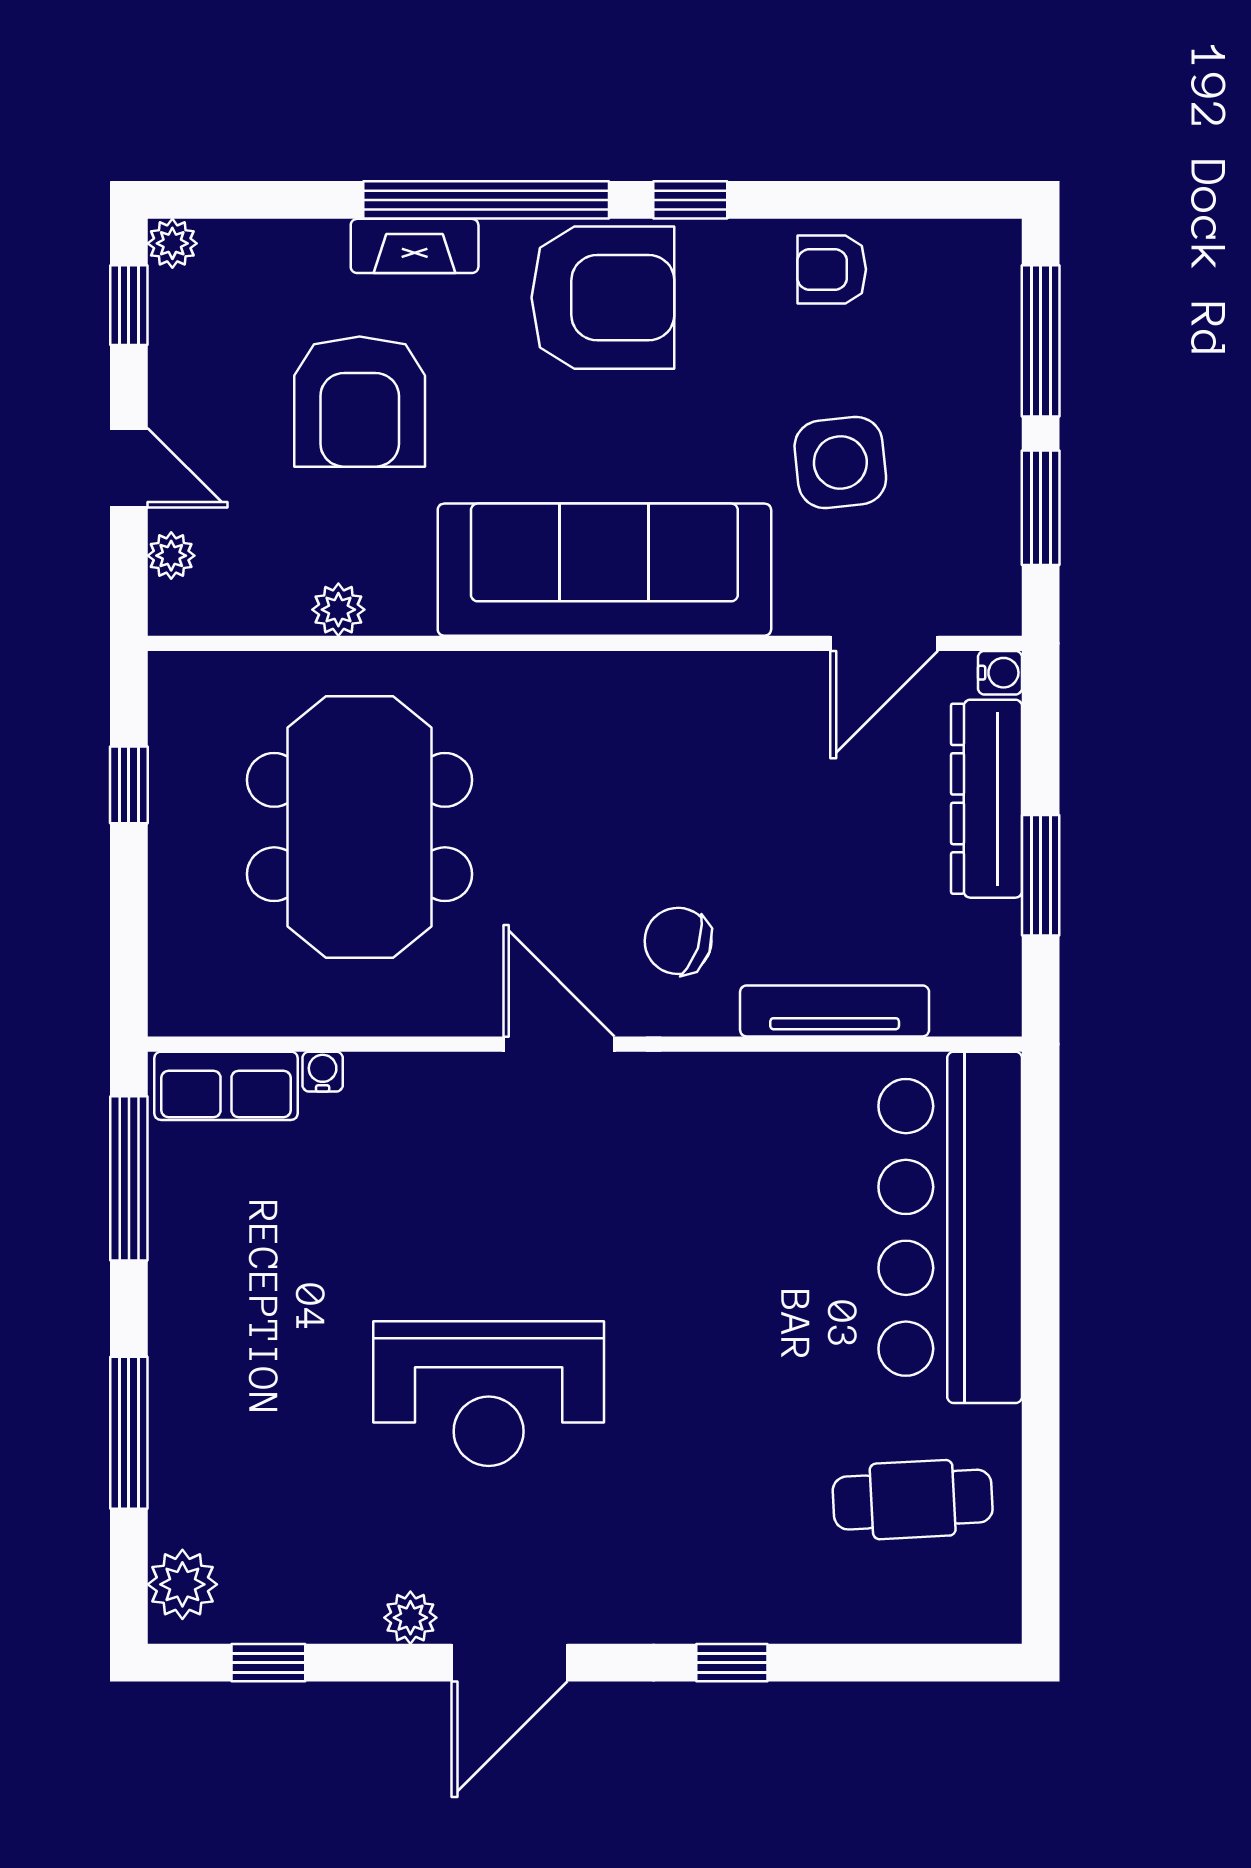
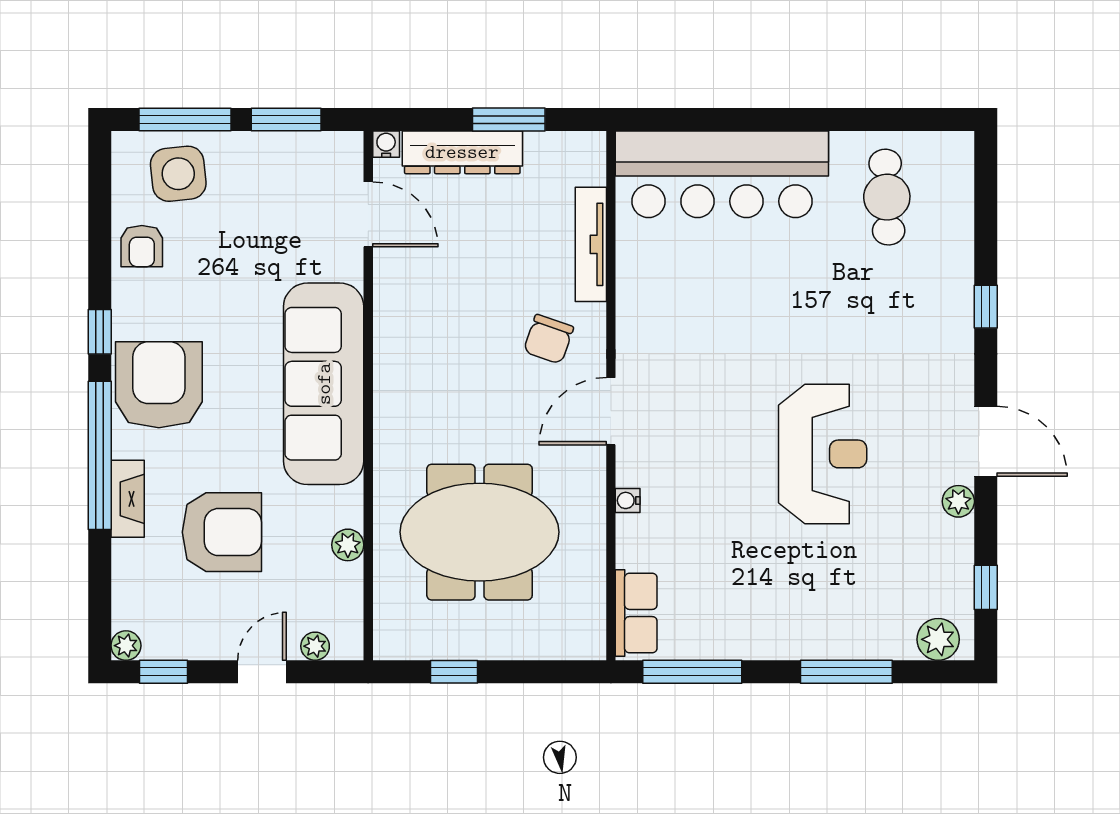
side table: (840, 462) -> (178, 174), moved
water cooler: (323, 1072) -> (628, 500), moved

